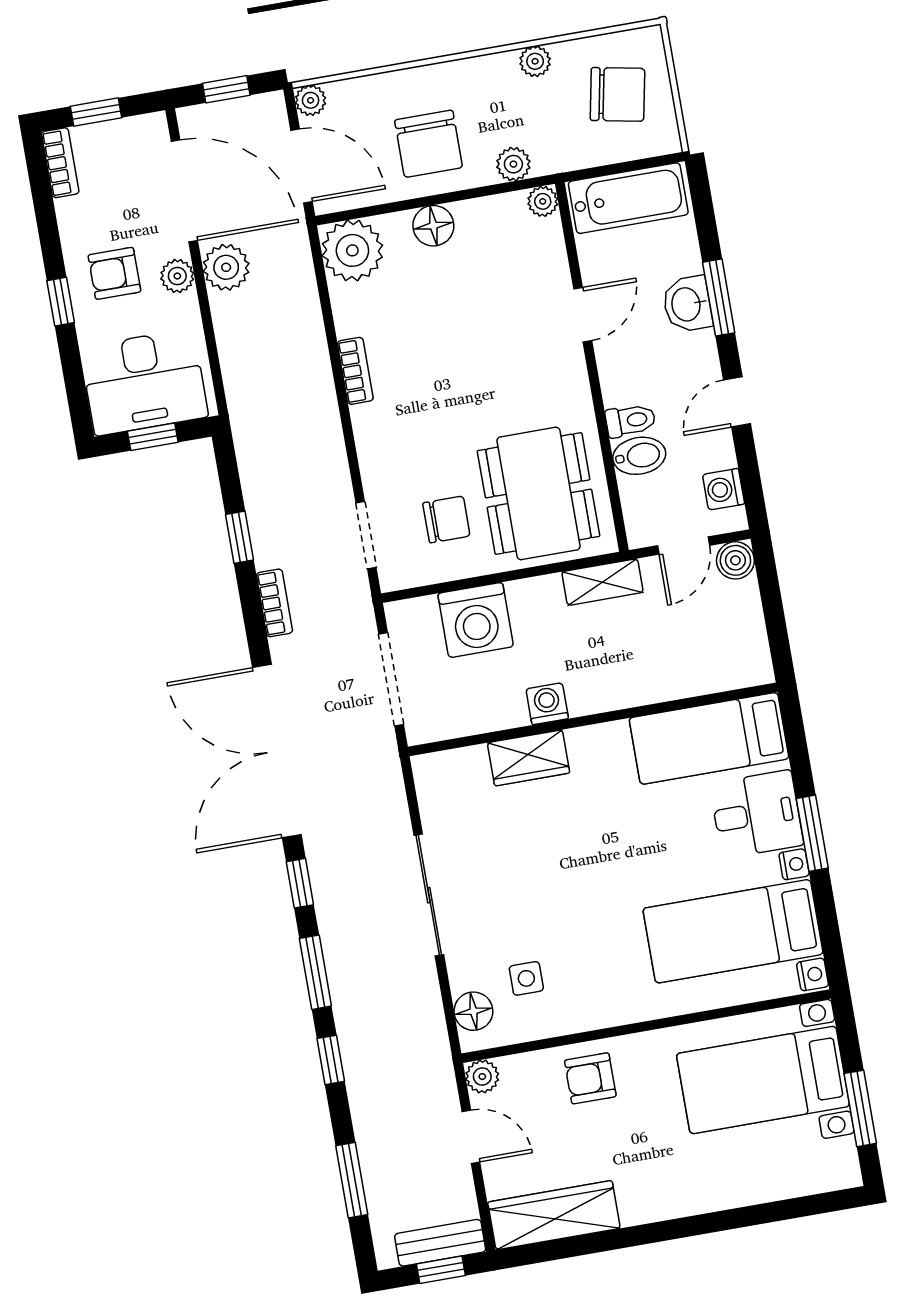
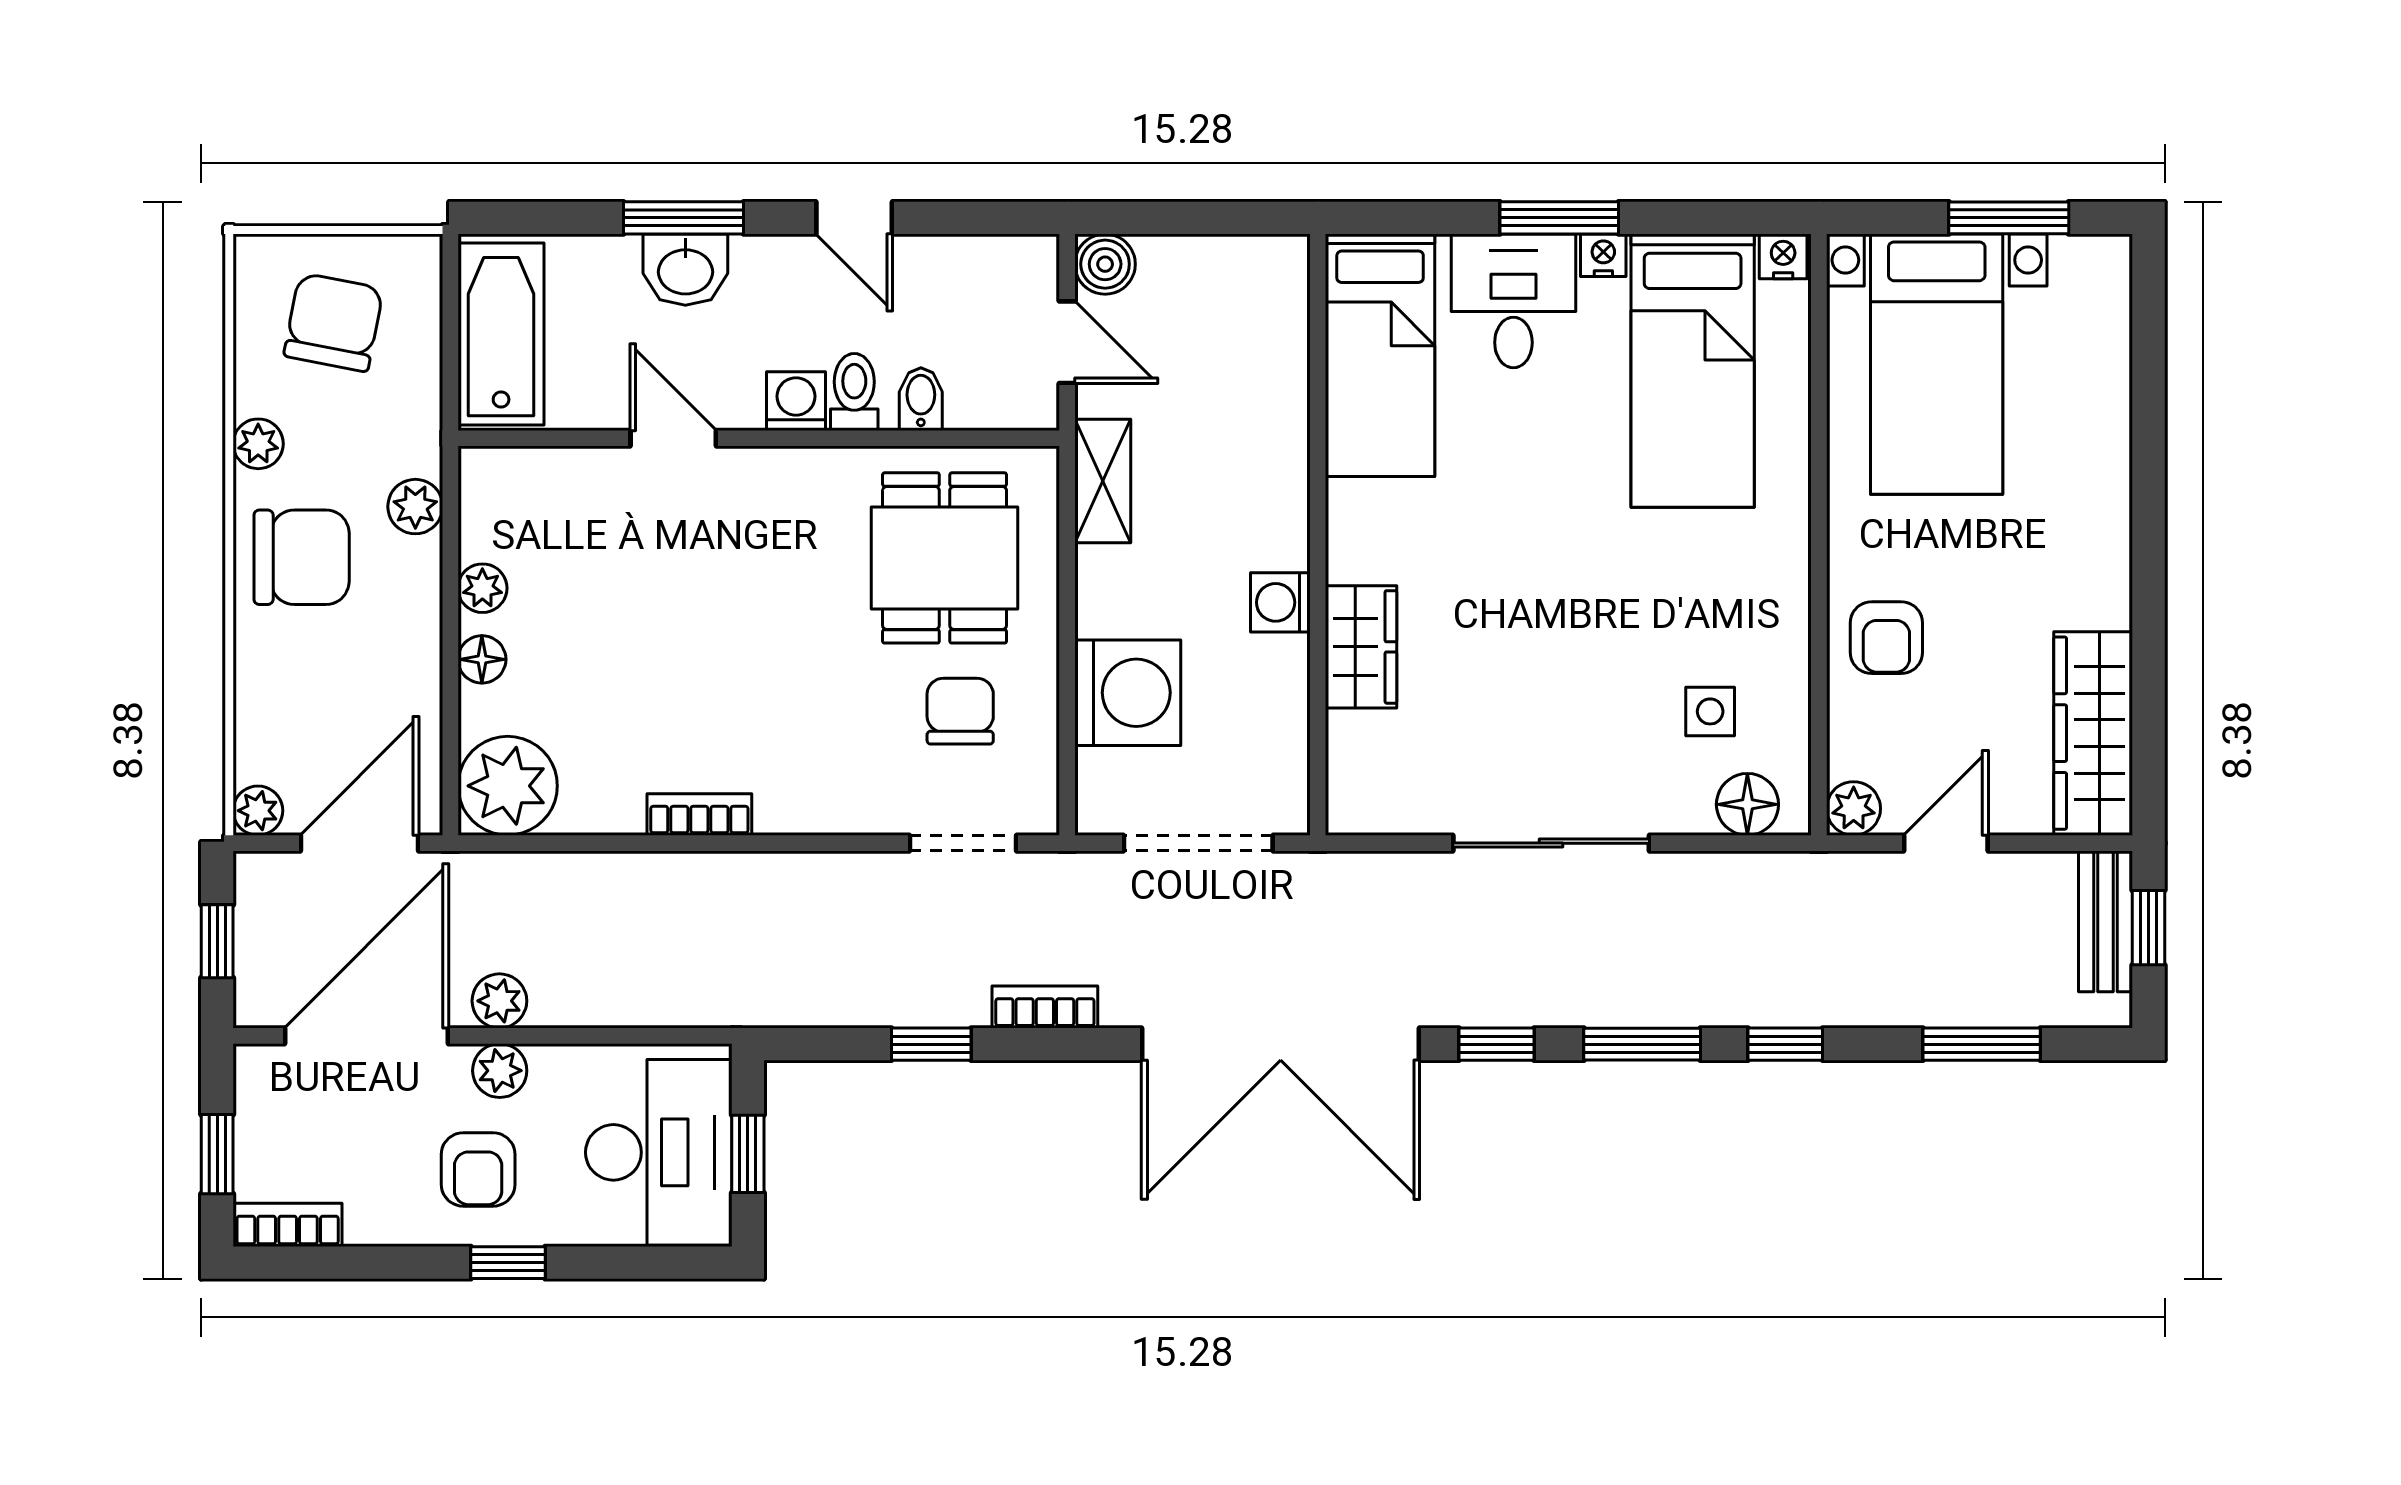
chair: (429, 144) -> (302, 557), moved
plant: (543, 201) -> (482, 588), moved
floor lamp: (433, 226) -> (482, 659), width x0.73, depth x0.73
plant: (226, 267) -> (499, 1001), width x0.73, depth x0.73
bidet: (639, 456) -> (921, 399), width x0.72, depth x0.74
washing machine: (724, 489) -> (796, 401), moved, turned 180
dining table: (539, 493) -> (945, 558), width x0.73

